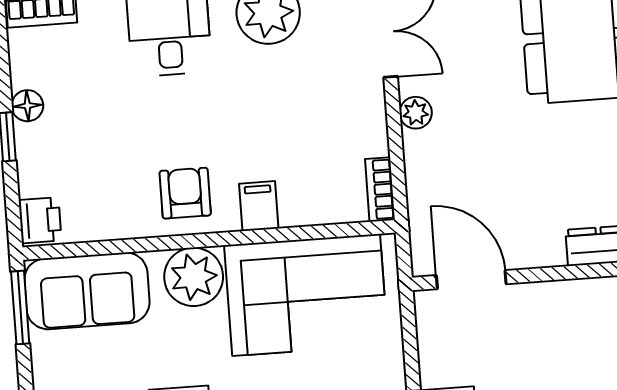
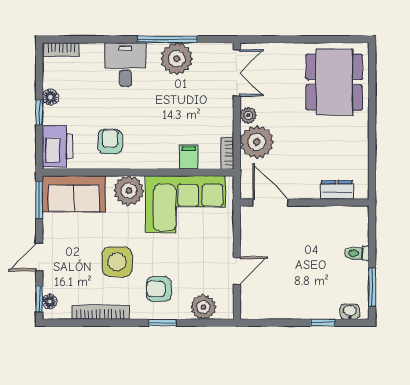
plant: (436, 164) -> (257, 142), added
armchair: (185, 193) -> (110, 142), moved
filing cabinet: (259, 206) -> (189, 157), moved
printer: (40, 220) -> (58, 146), width x1.87, depth x1.48

